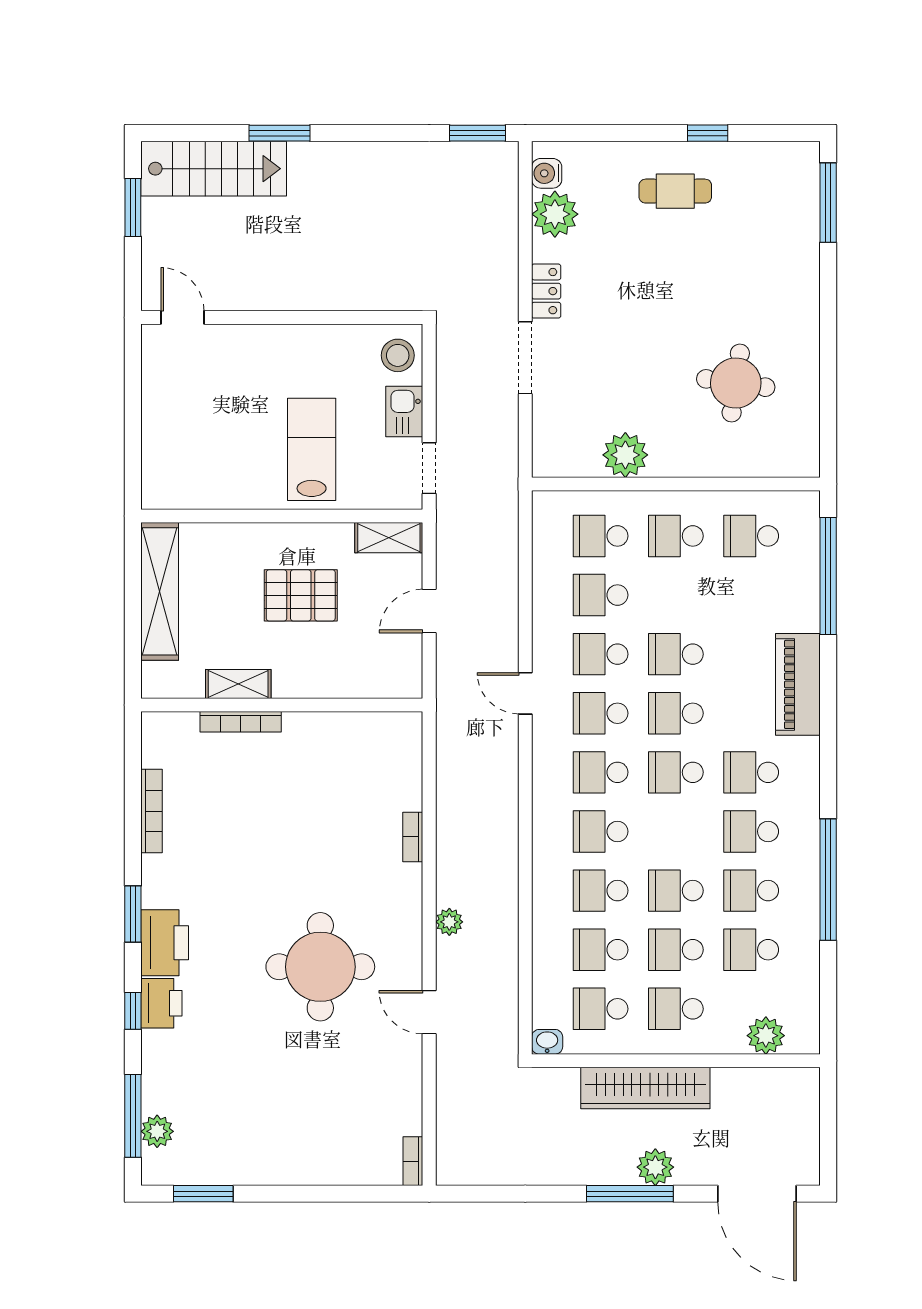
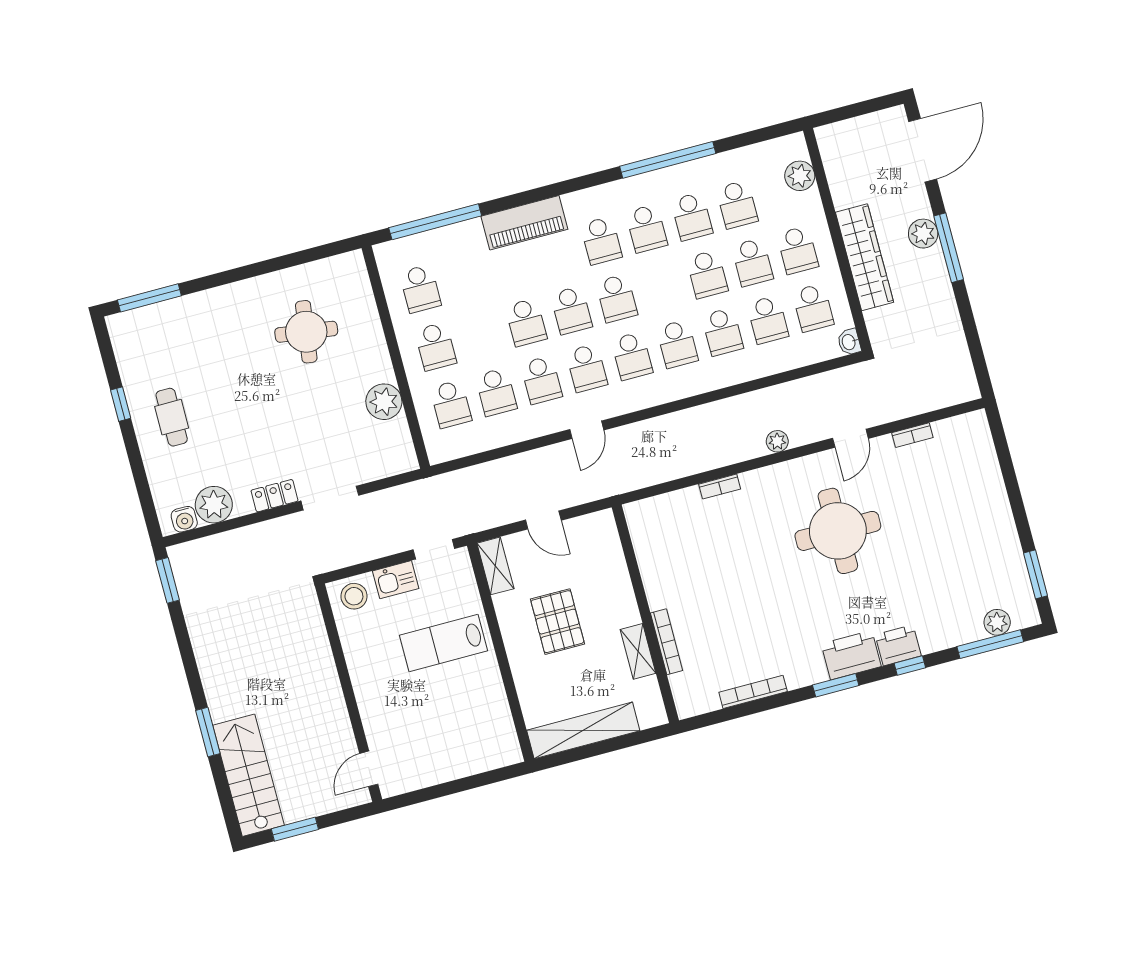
bookcase: (413, 1161) -> (912, 435), moved

